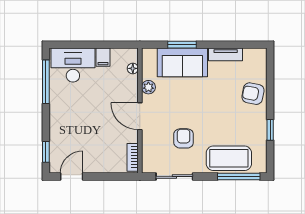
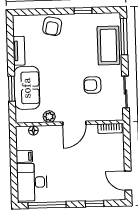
window: (46, 152) -> (95, 204), moved

